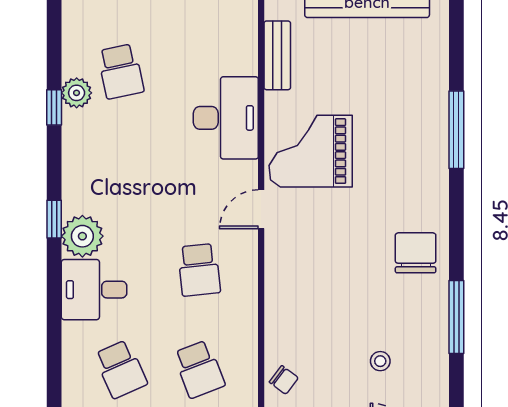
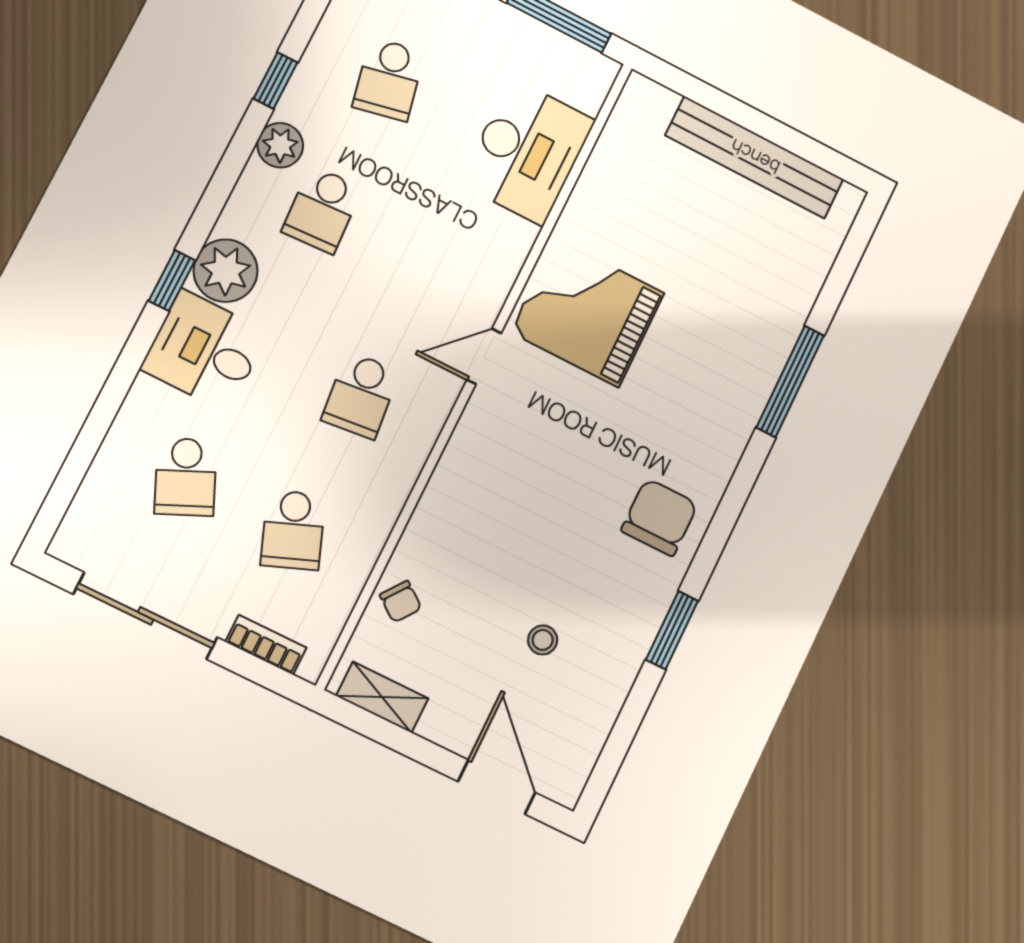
bench: (277, 55) -> (605, 165), removed
plant: (77, 93) -> (280, 145), moved
desk: (226, 118) -> (527, 152), moved
school desk: (121, 171) -> (322, 210), added
window: (54, 219) -> (172, 280), moved
window: (456, 317) -> (672, 630), width x0.69

